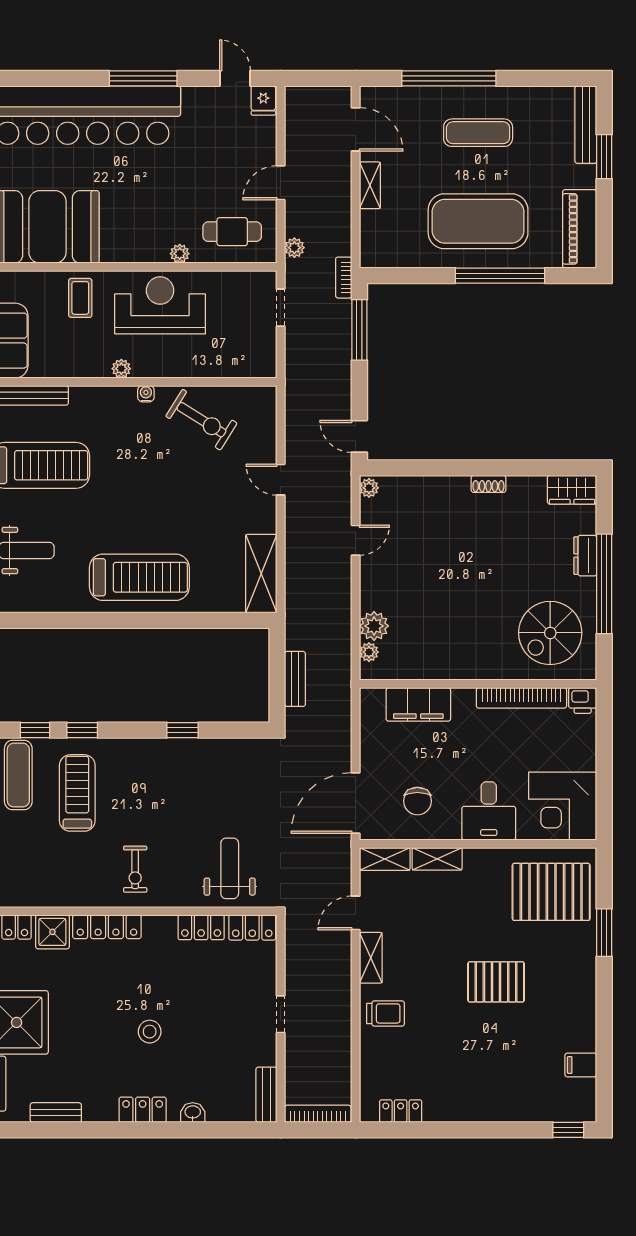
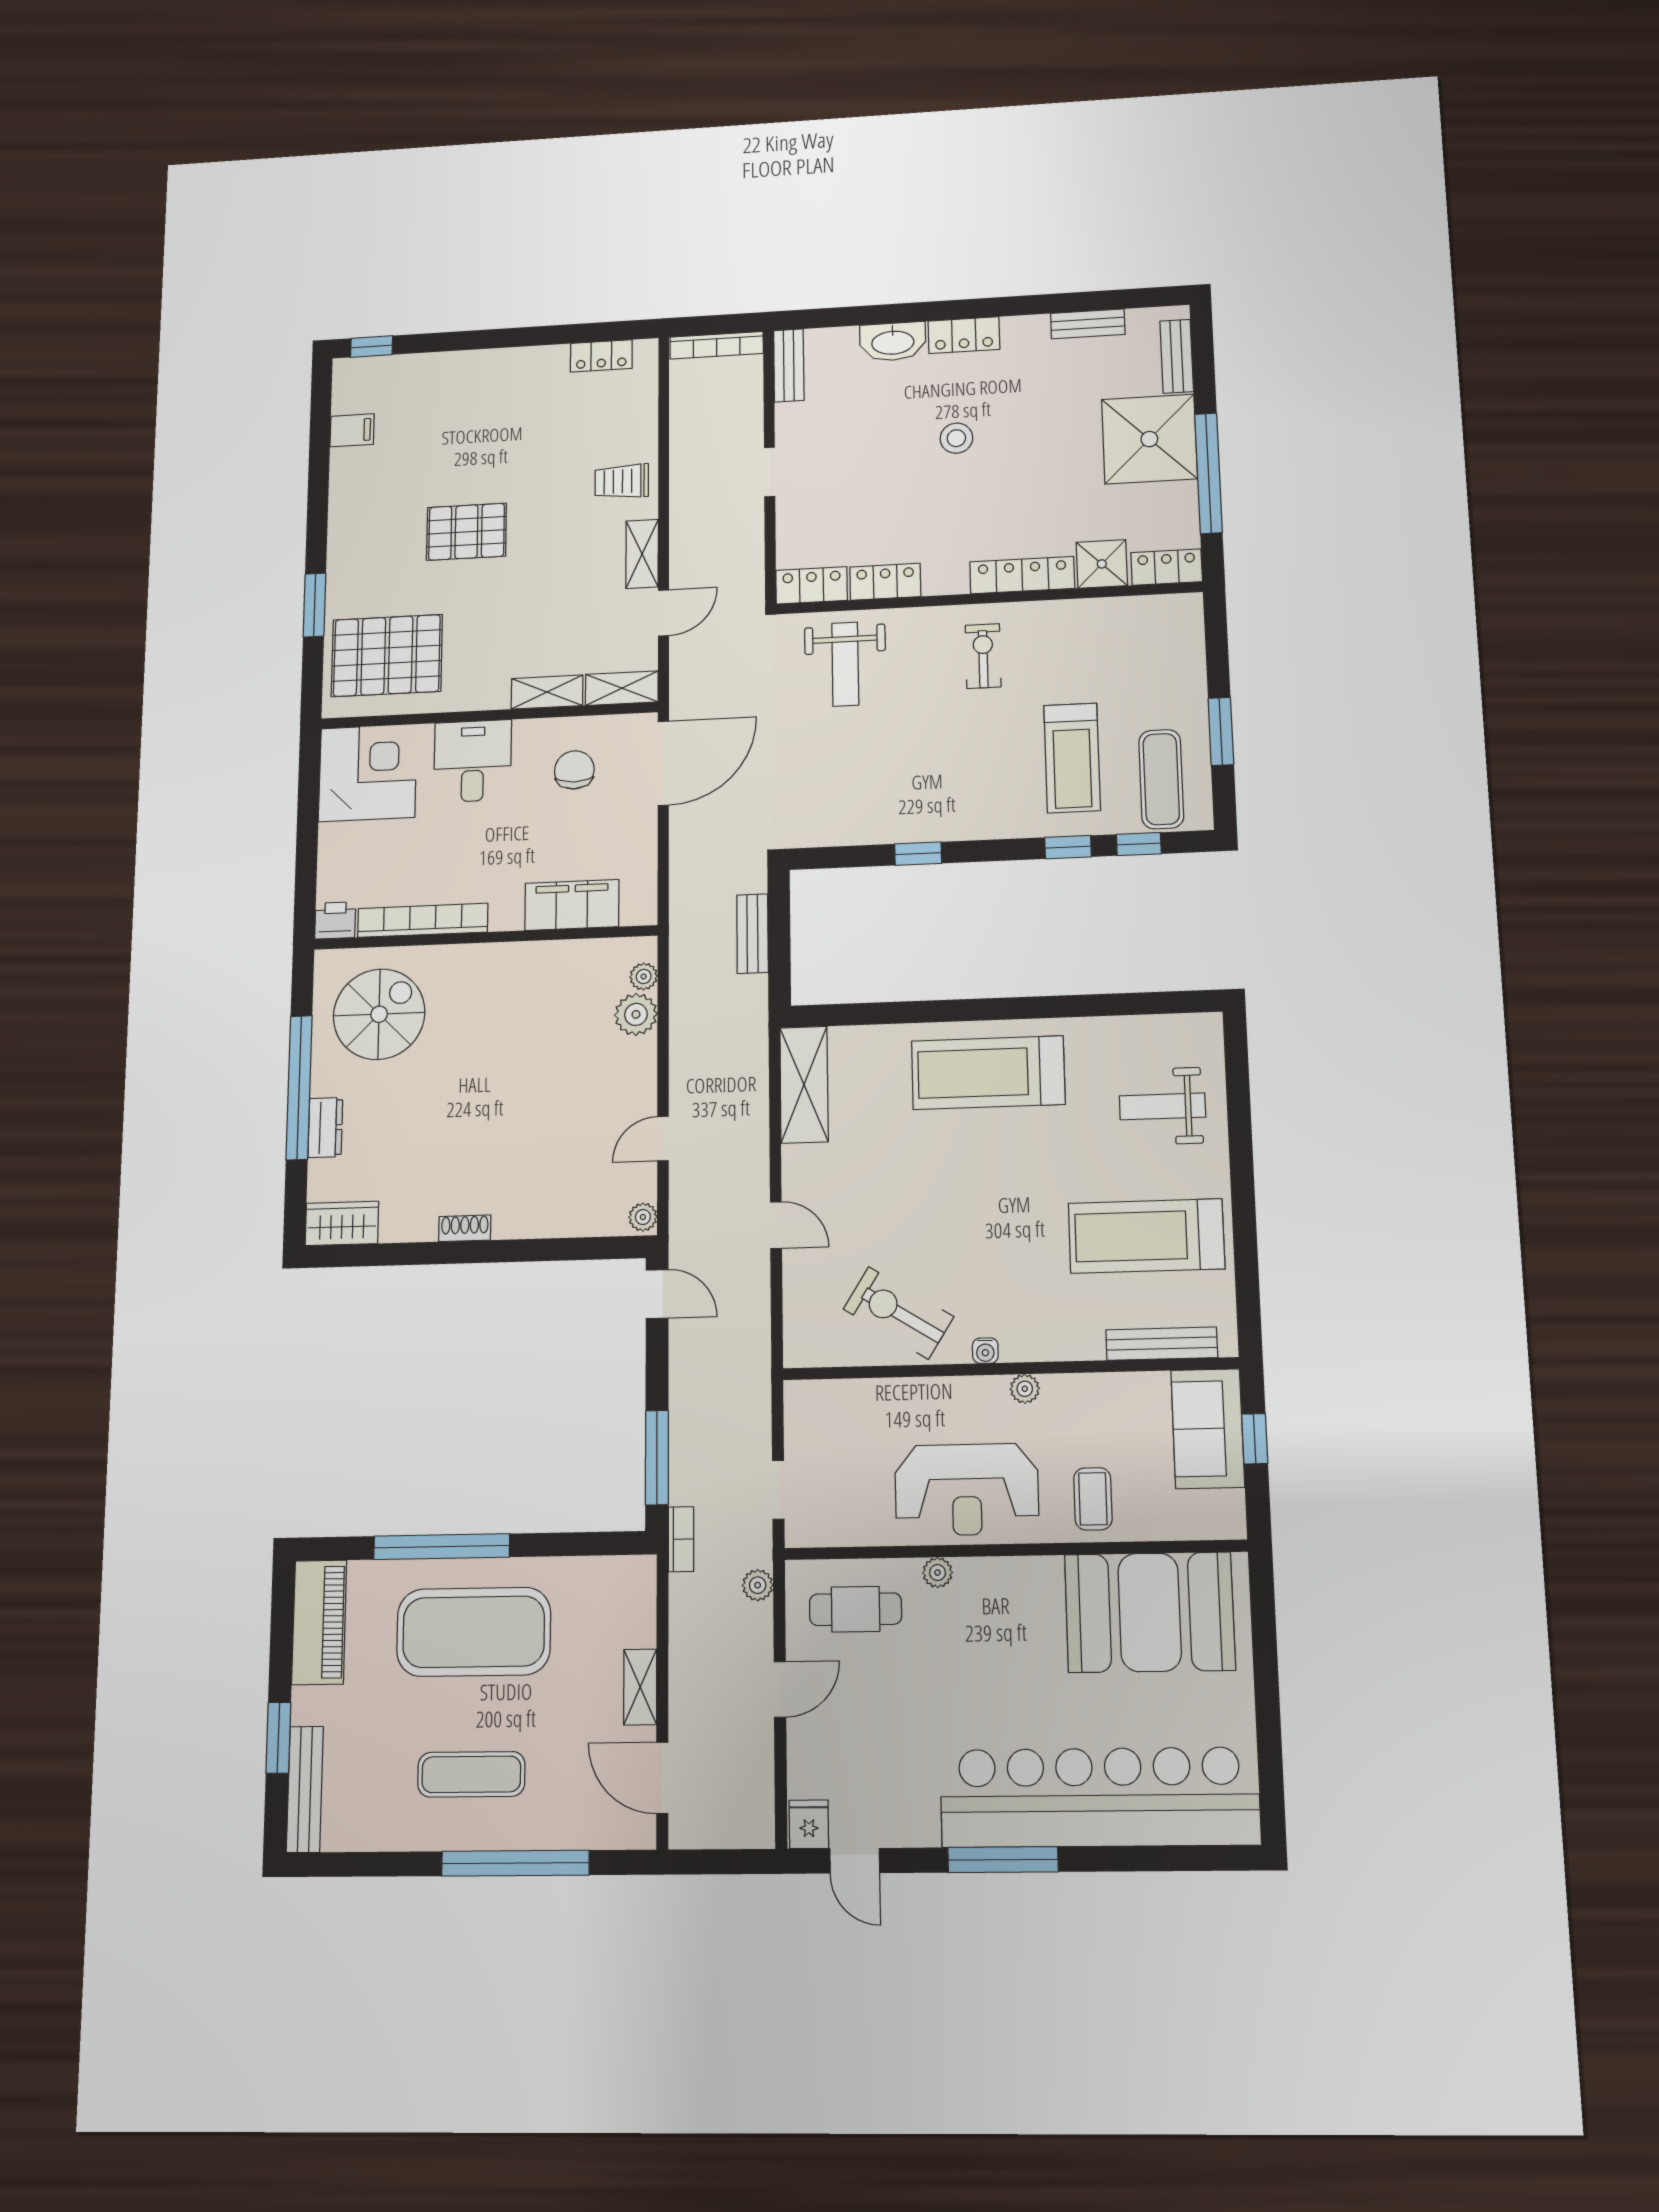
washbasin: (193, 1113) -> (893, 342), width x1.91, depth x1.45

